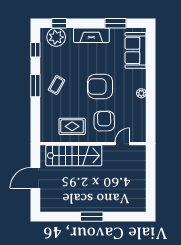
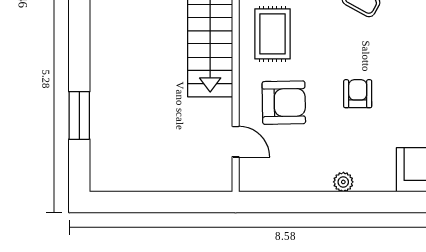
armchair: (100, 86) -> (358, 94), width x0.53, depth x0.53
window: (92, 217) -> (79, 115), moved

